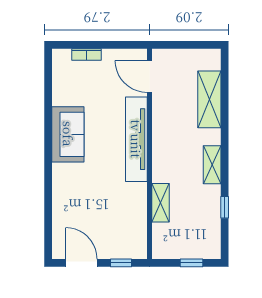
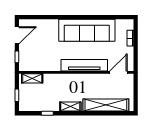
shelving: (209, 99) -> (106, 105), width x1.47
sofa: (68, 134) -> (87, 30), width x1.85, depth x1.27
shelving: (160, 203) -> (32, 78), moved

